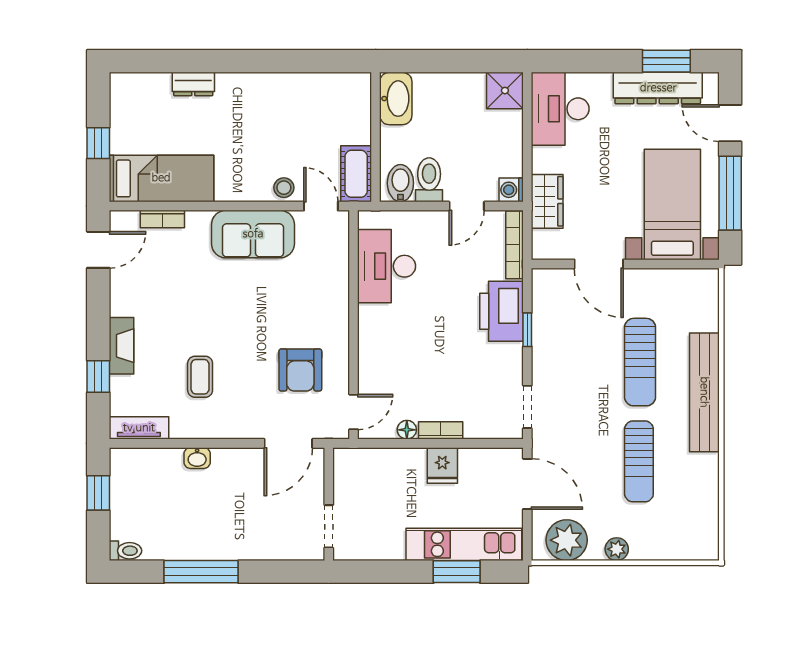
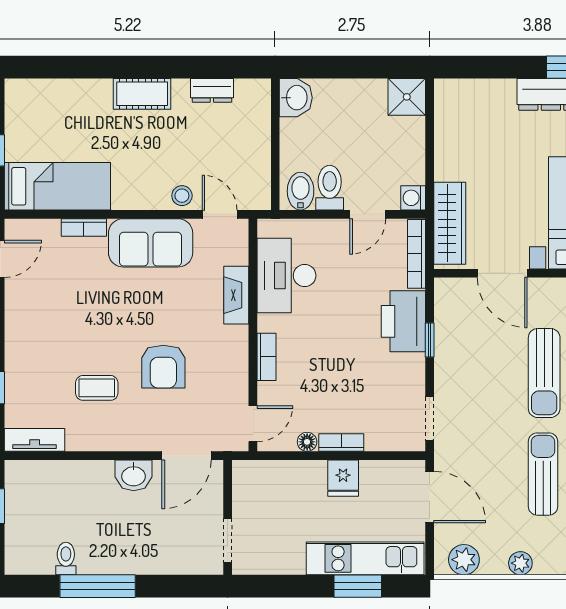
dresser: (193, 84) -> (212, 90), moved
washbasin: (396, 99) -> (296, 98), width x0.72
desk: (560, 109) -> (463, 115), removed
cot: (356, 174) -> (142, 94), moved, turned 90
wardrobe: (547, 201) -> (450, 223), width x1.50
bookcase: (162, 219) -> (84, 228), moved
fireplace: (121, 346) -> (236, 295), moved, turned 180
bookcase: (367, 346) -> (267, 357), added
armchair: (300, 370) -> (163, 367), moved
coffee table: (200, 377) -> (97, 388), turned 90
washbasin: (197, 458) -> (134, 475), moved, width x1.38, depth x1.45
sun lounger: (639, 461) -> (543, 474), turned 180
plant: (567, 540) -> (464, 560), width x0.73, depth x0.73
toilet: (125, 551) -> (66, 559), moved, turned -90

